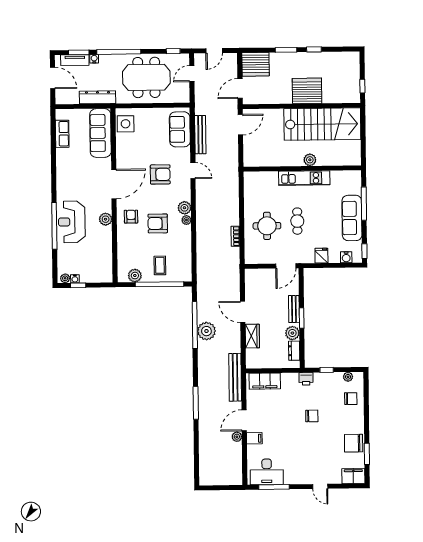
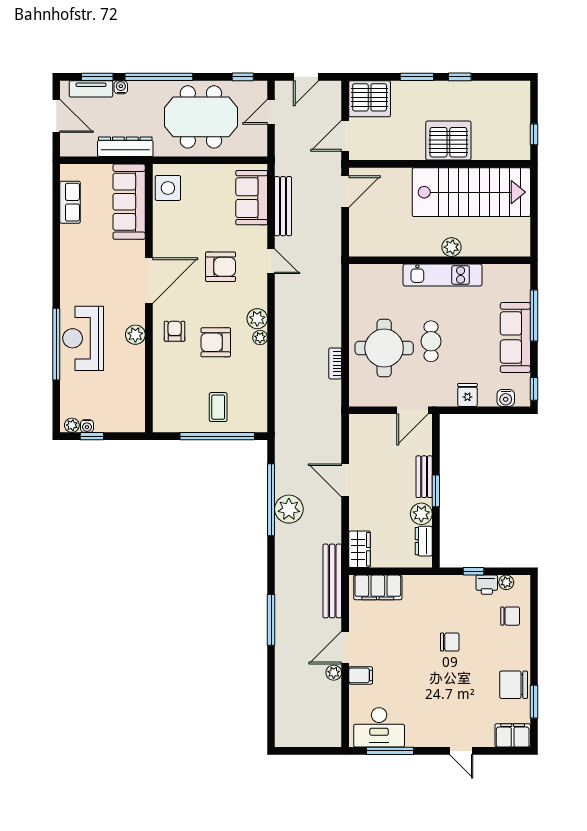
round table: (267, 226) -> (384, 348), width x1.36, depth x1.36
plant: (135, 276) -> (179, 422), removed
wardrobe: (252, 336) -> (359, 549), moved
printer: (306, 379) -> (487, 585), moved

